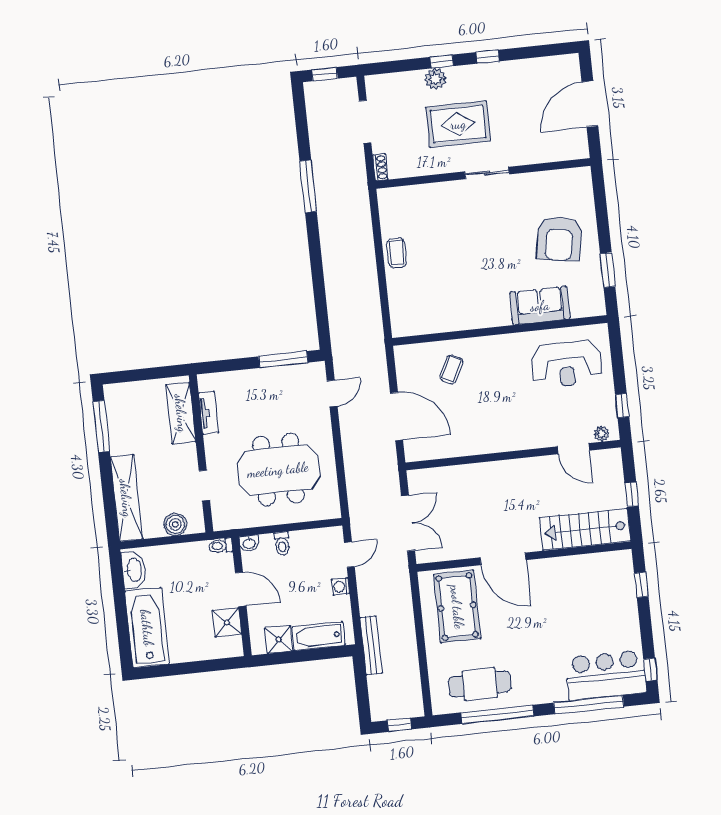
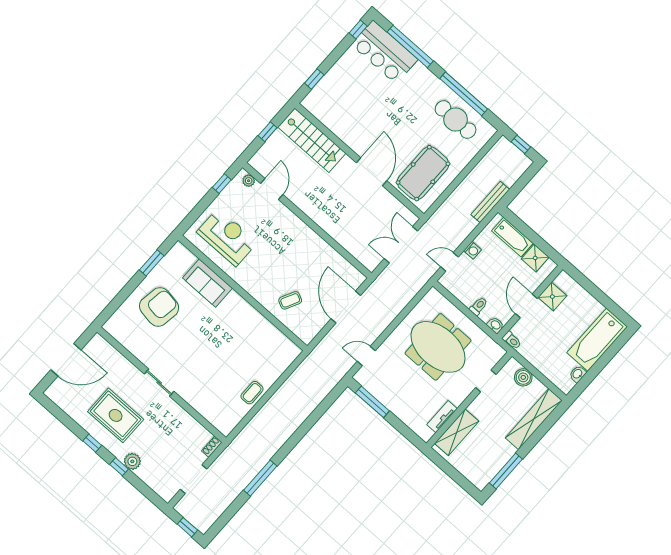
rug: (458, 124) -> (116, 415), moved
washbasin: (134, 570) -> (578, 374), width x0.52, depth x0.69

